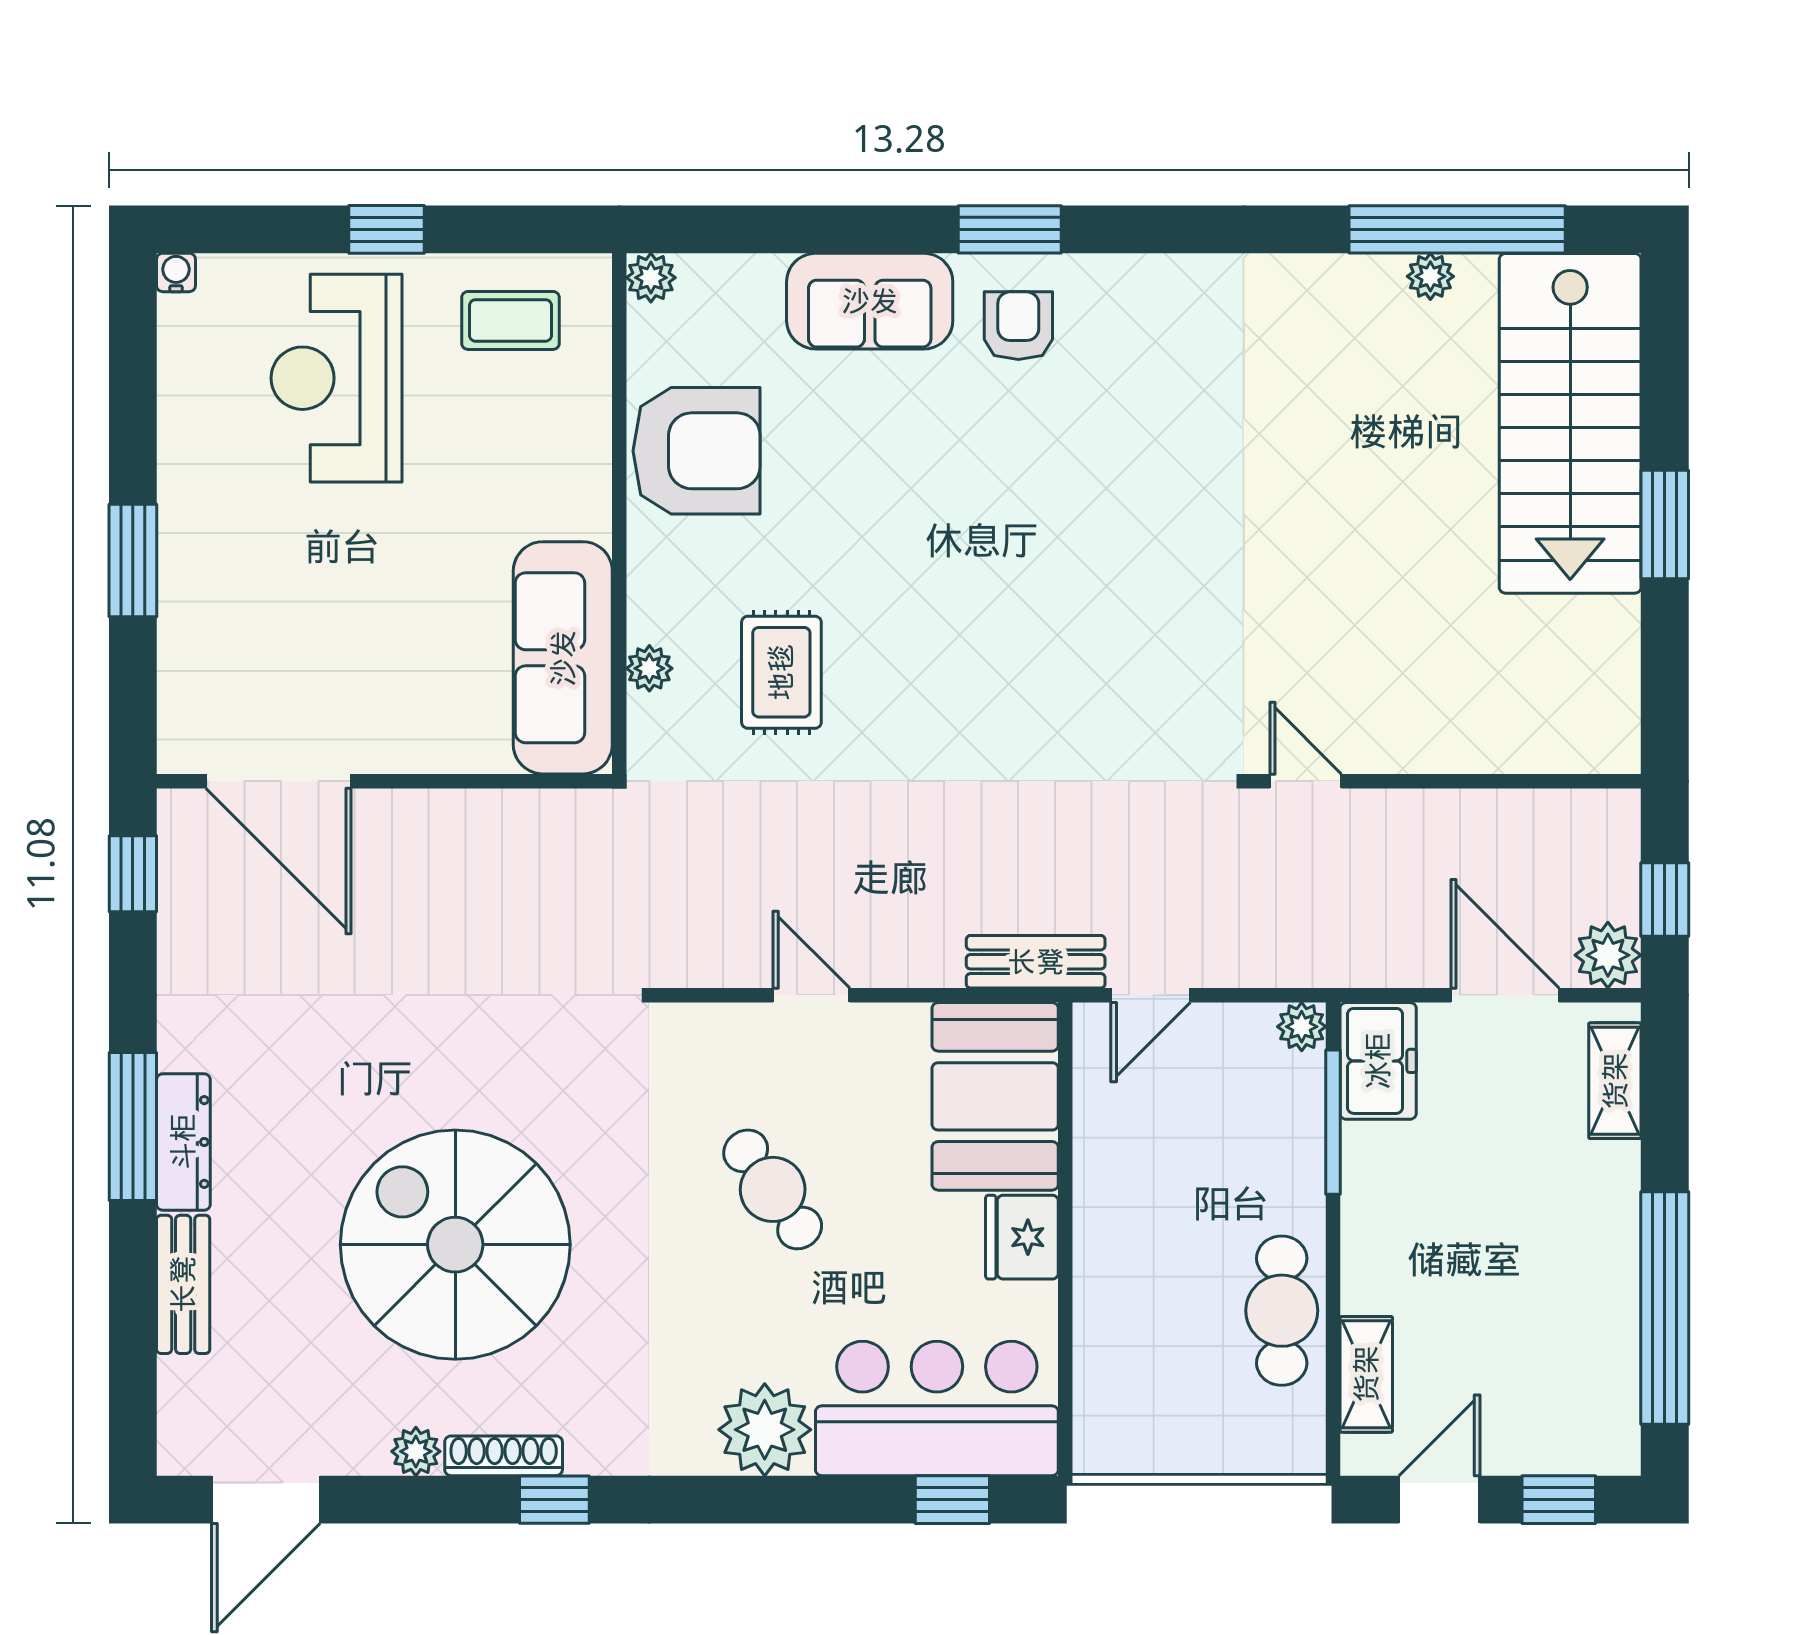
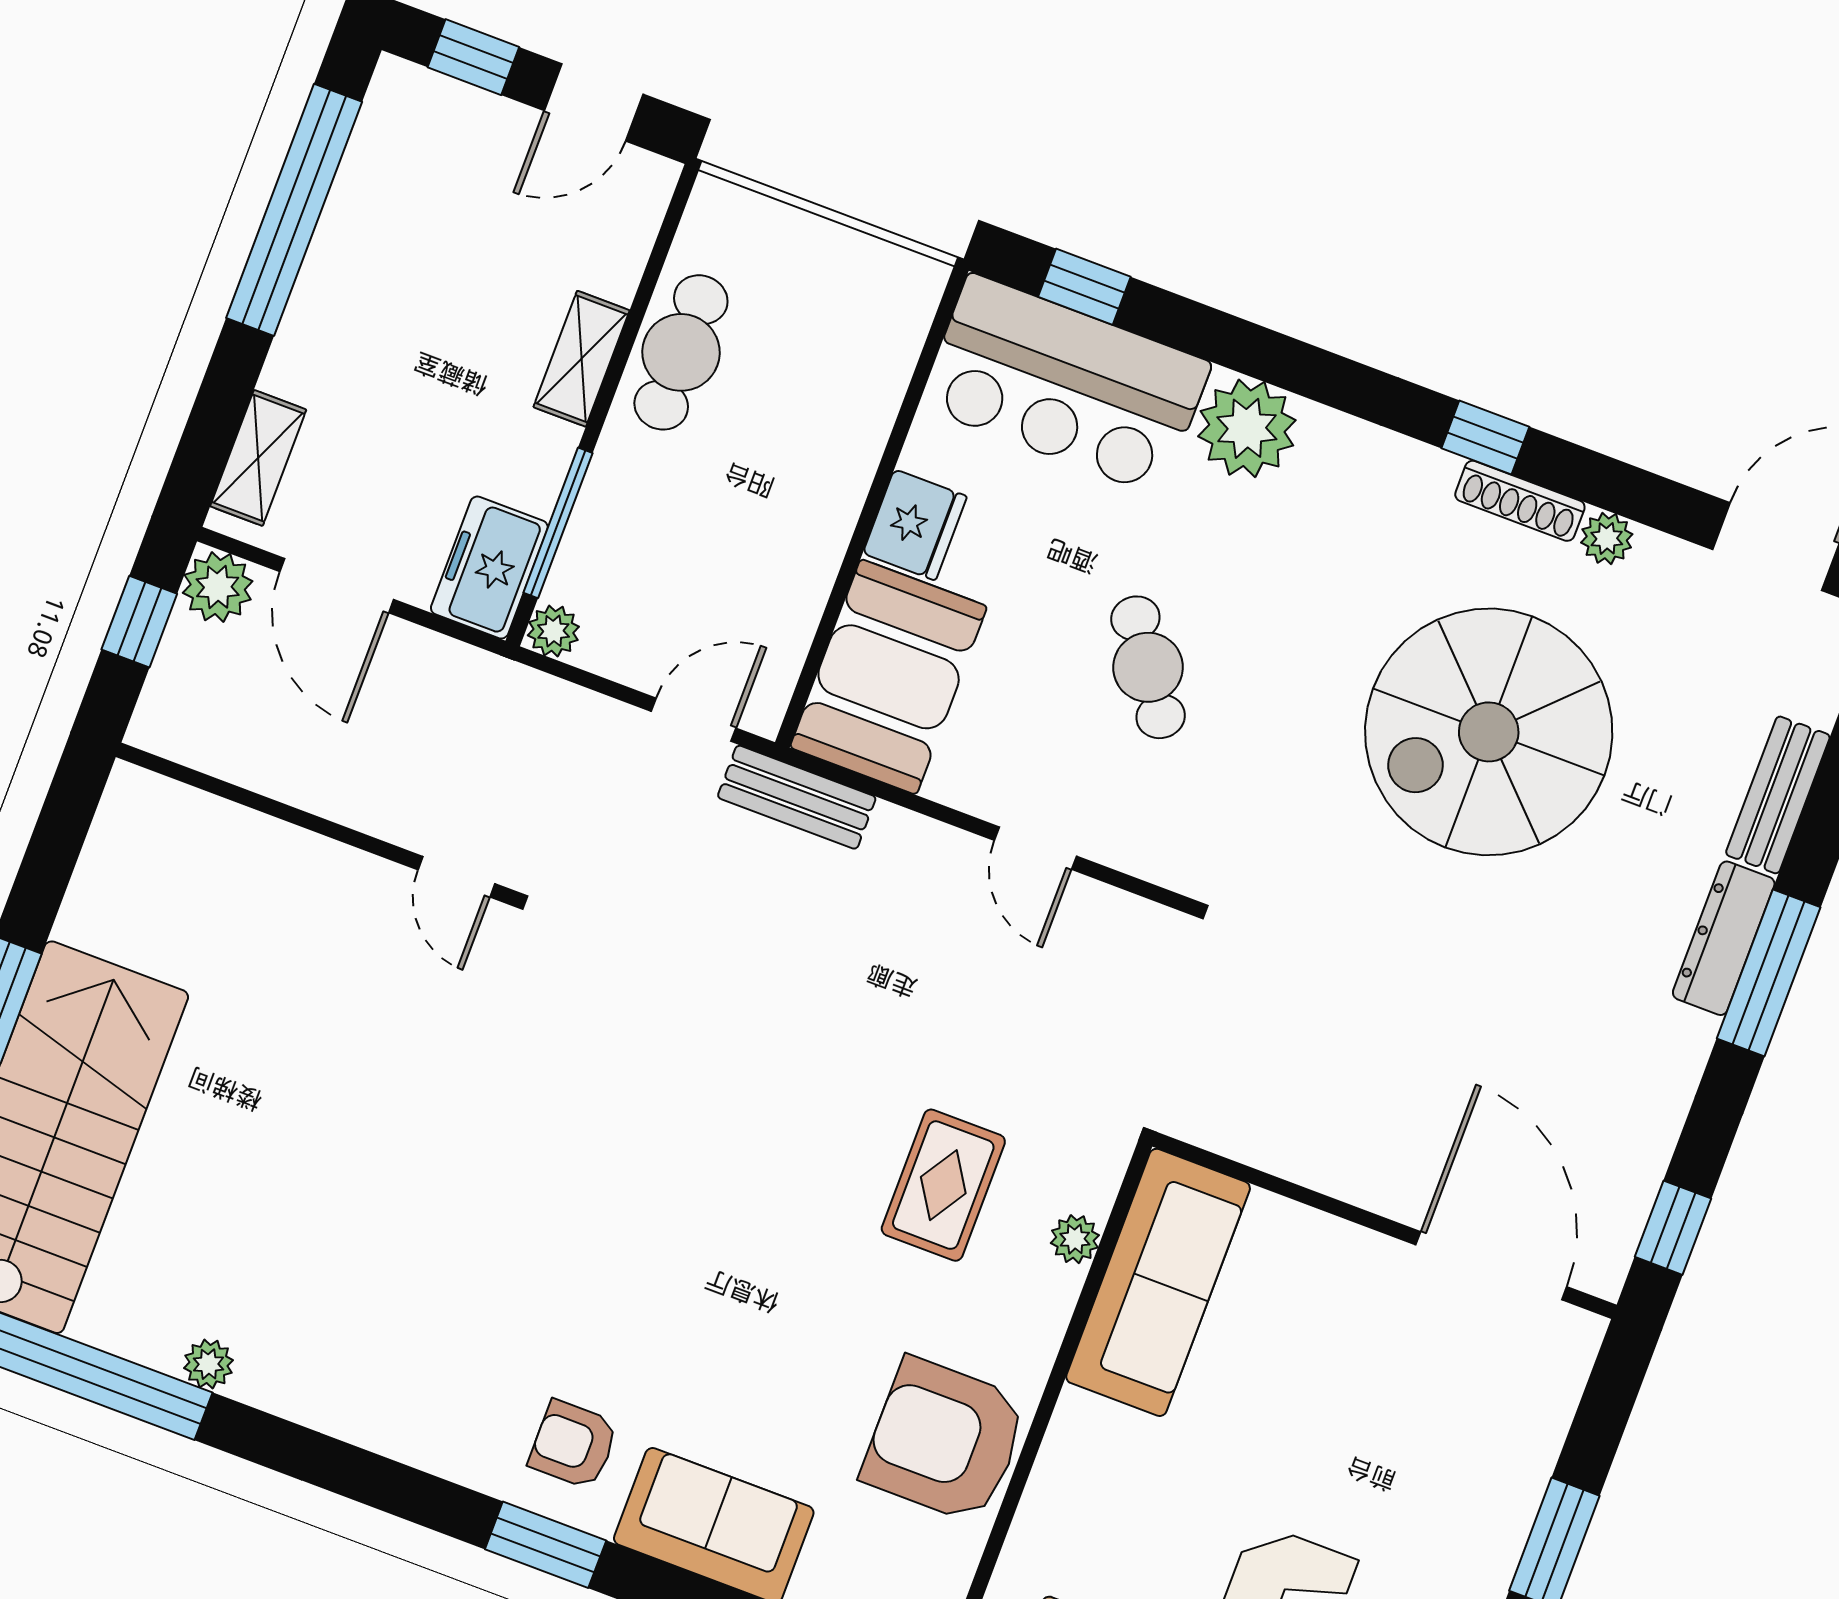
plant: (1430, 276) -> (208, 1364), moved
armchair: (1018, 326) -> (573, 1445), turned 90
spiral stairs: (455, 1245) -> (1489, 732), turned 90
shelving: (1366, 1374) -> (582, 359), moved

